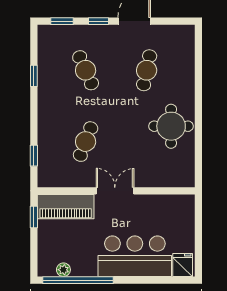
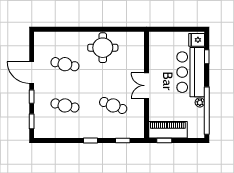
cafe table: (86, 70) -> (65, 105), turned 36
window: (34, 76) -> (90, 140), moved
piano: (66, 207) -> (168, 130), moved, turned -90
plant: (63, 270) -> (200, 102), moved
window: (158, 280) -> (207, 57), added

